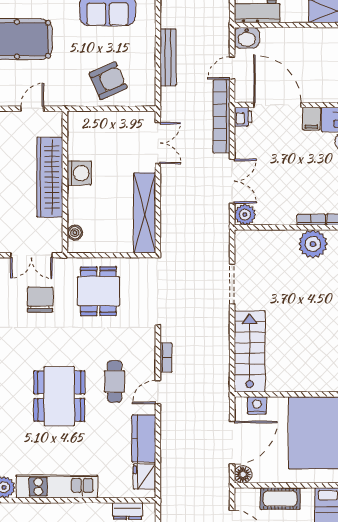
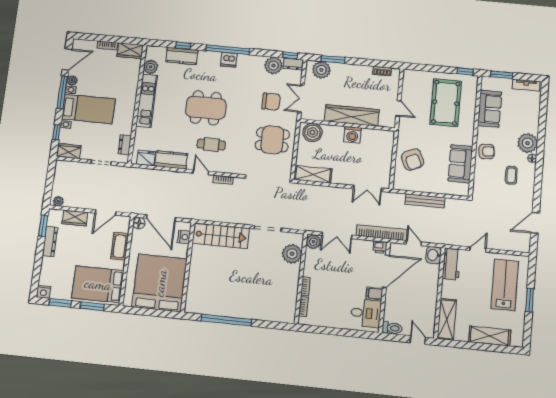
shelving: (145, 213) -> (313, 174), width x0.68
boiler: (75, 233) -> (313, 132), width x1.86, depth x1.86
plant: (313, 244) -> (292, 254), moved

